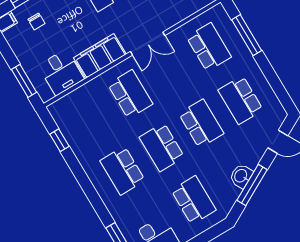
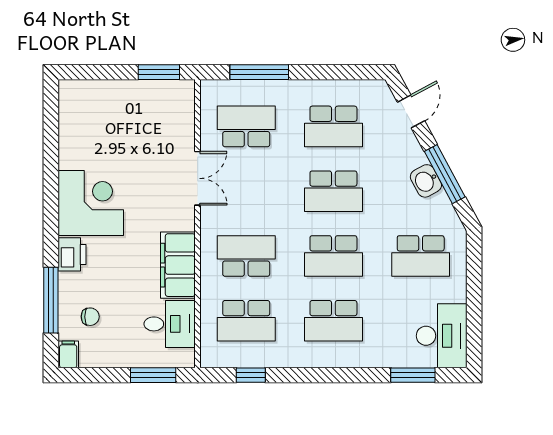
double door: (148, 44) -> (198, 178), moved
school desk: (91, 118) -> (246, 321), added
school desk: (201, 124) -> (333, 191), turned 180
school desk: (194, 200) -> (421, 256), turned 180

